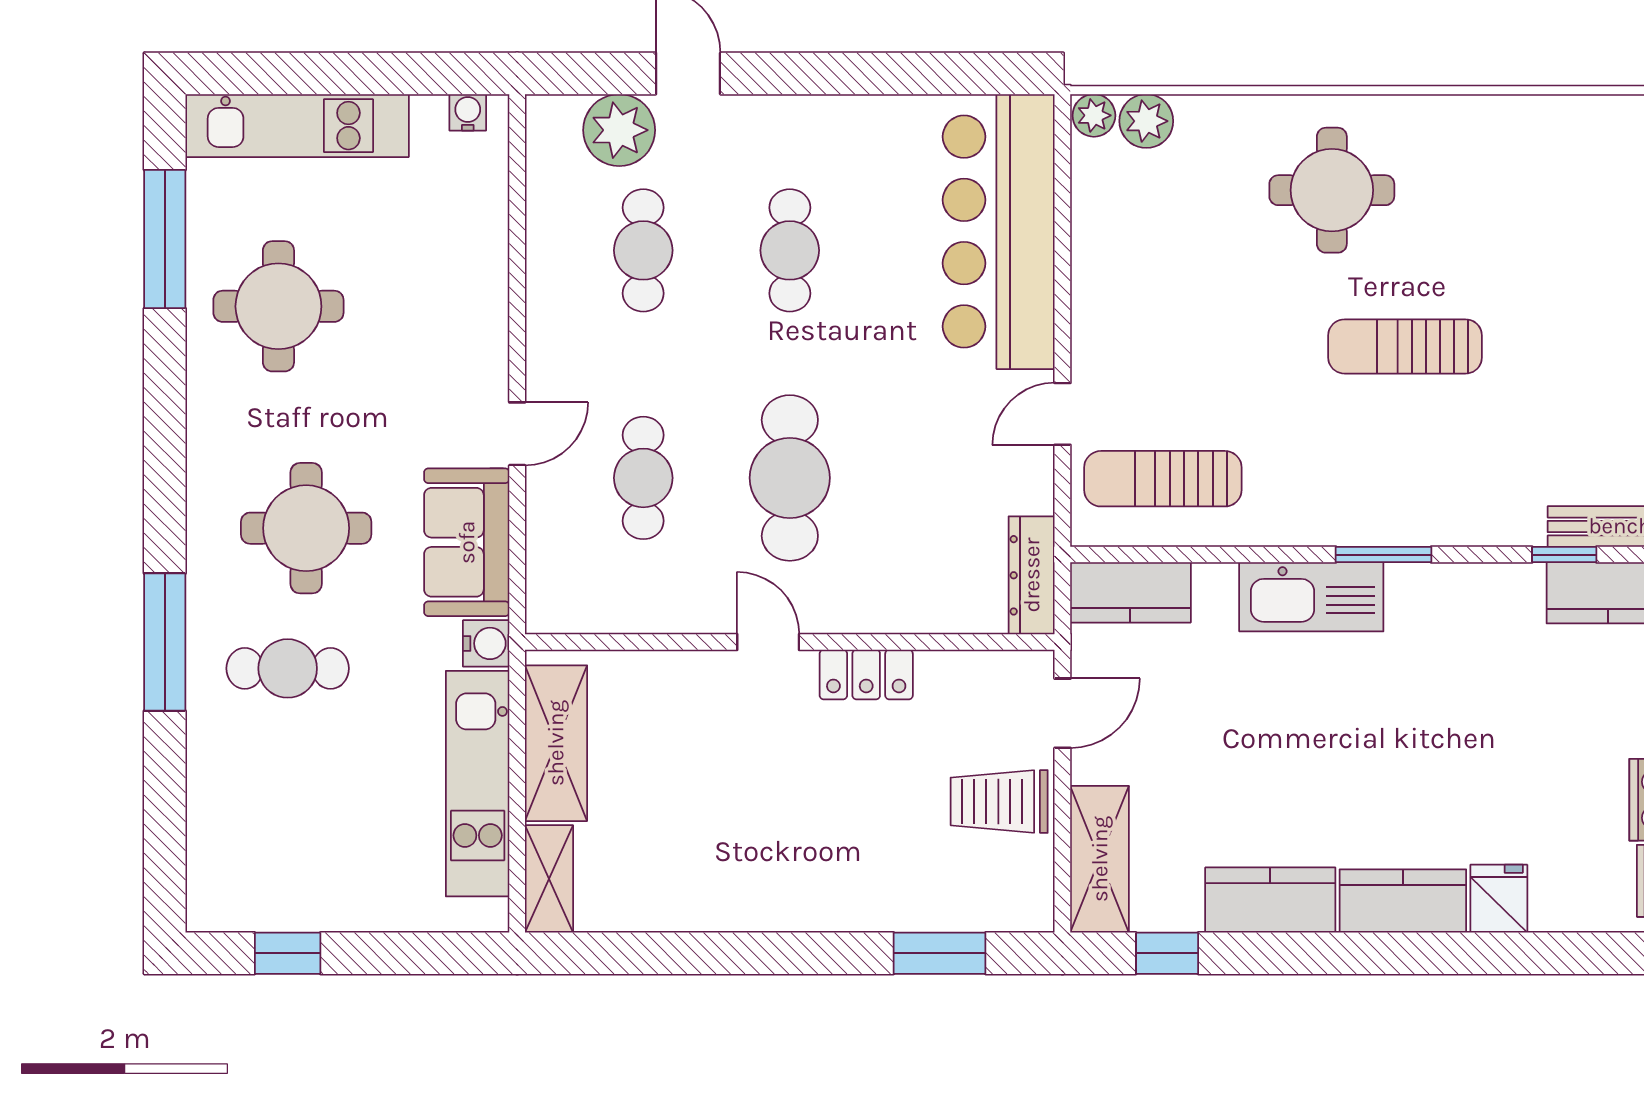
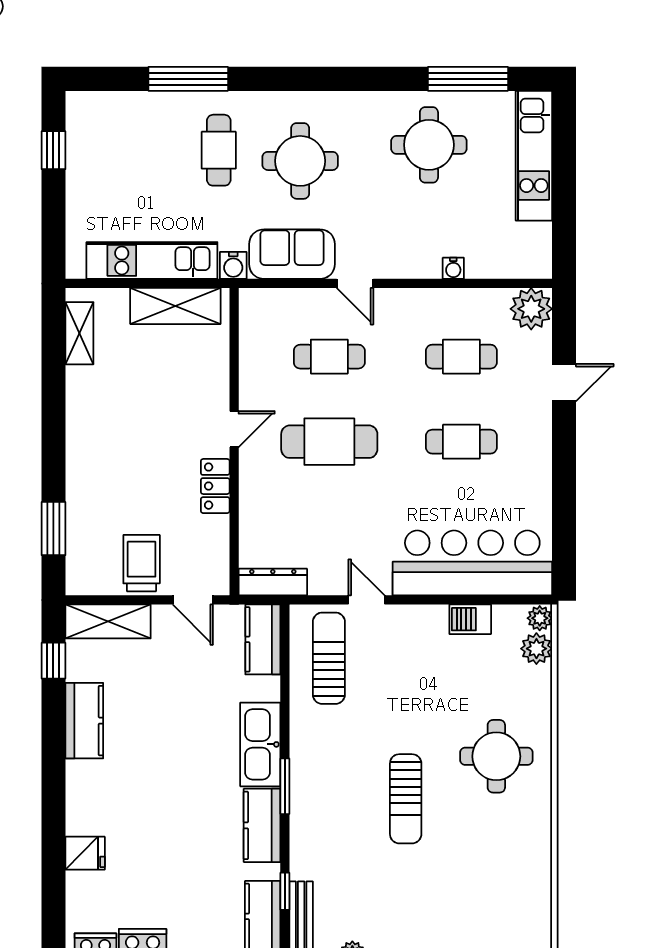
water cooler: (468, 112) -> (453, 268), moved, turned 90
plant: (619, 130) -> (531, 309), moved
barbecue: (1096, 235) -> (470, 619), added
sun lounger: (1405, 346) -> (406, 799), turned 180
window: (165, 642) -> (188, 79), moved
shelving: (549, 879) -> (79, 333), moved, turned 90
kitchen counter: (1403, 901) -> (262, 825), moved, turned 180

